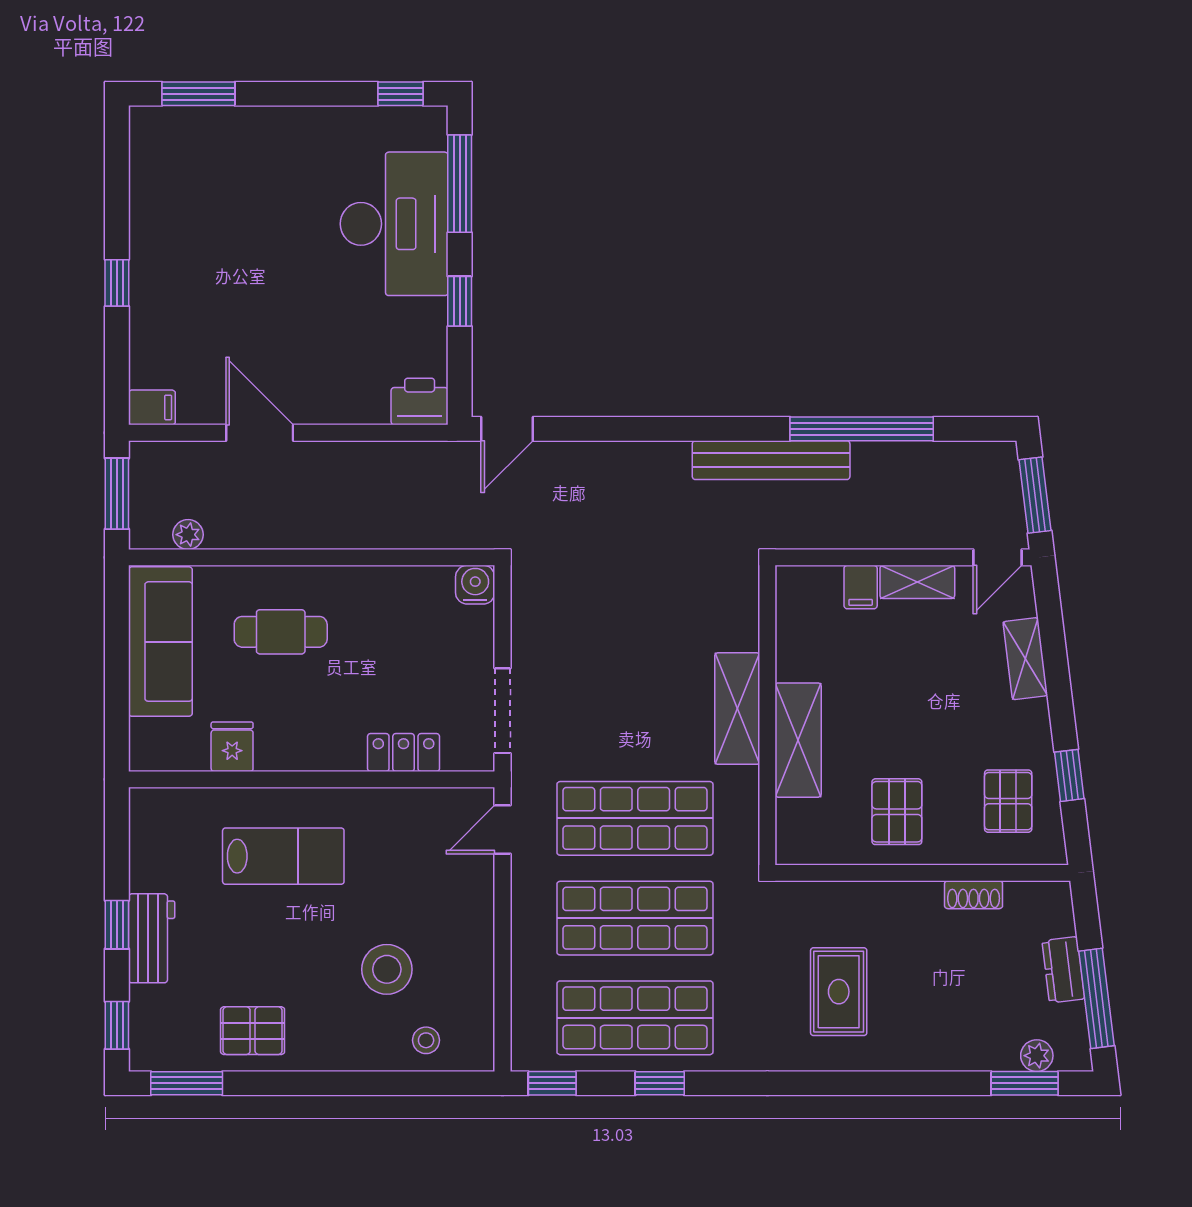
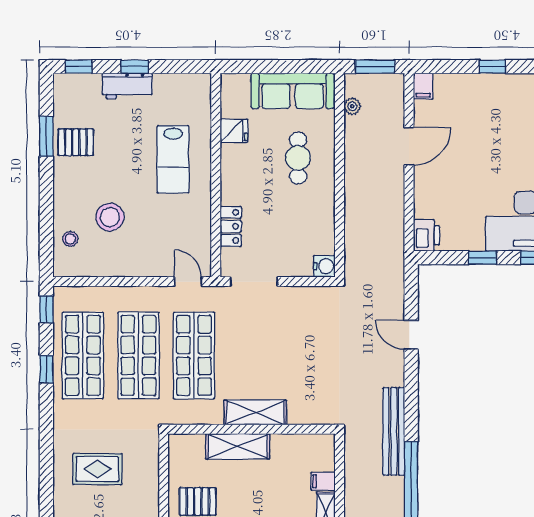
door: (507, 429) -> (411, 335), moved
pallet: (253, 1031) -> (76, 142), turned 90
window: (187, 1083) -> (46, 136), moved

